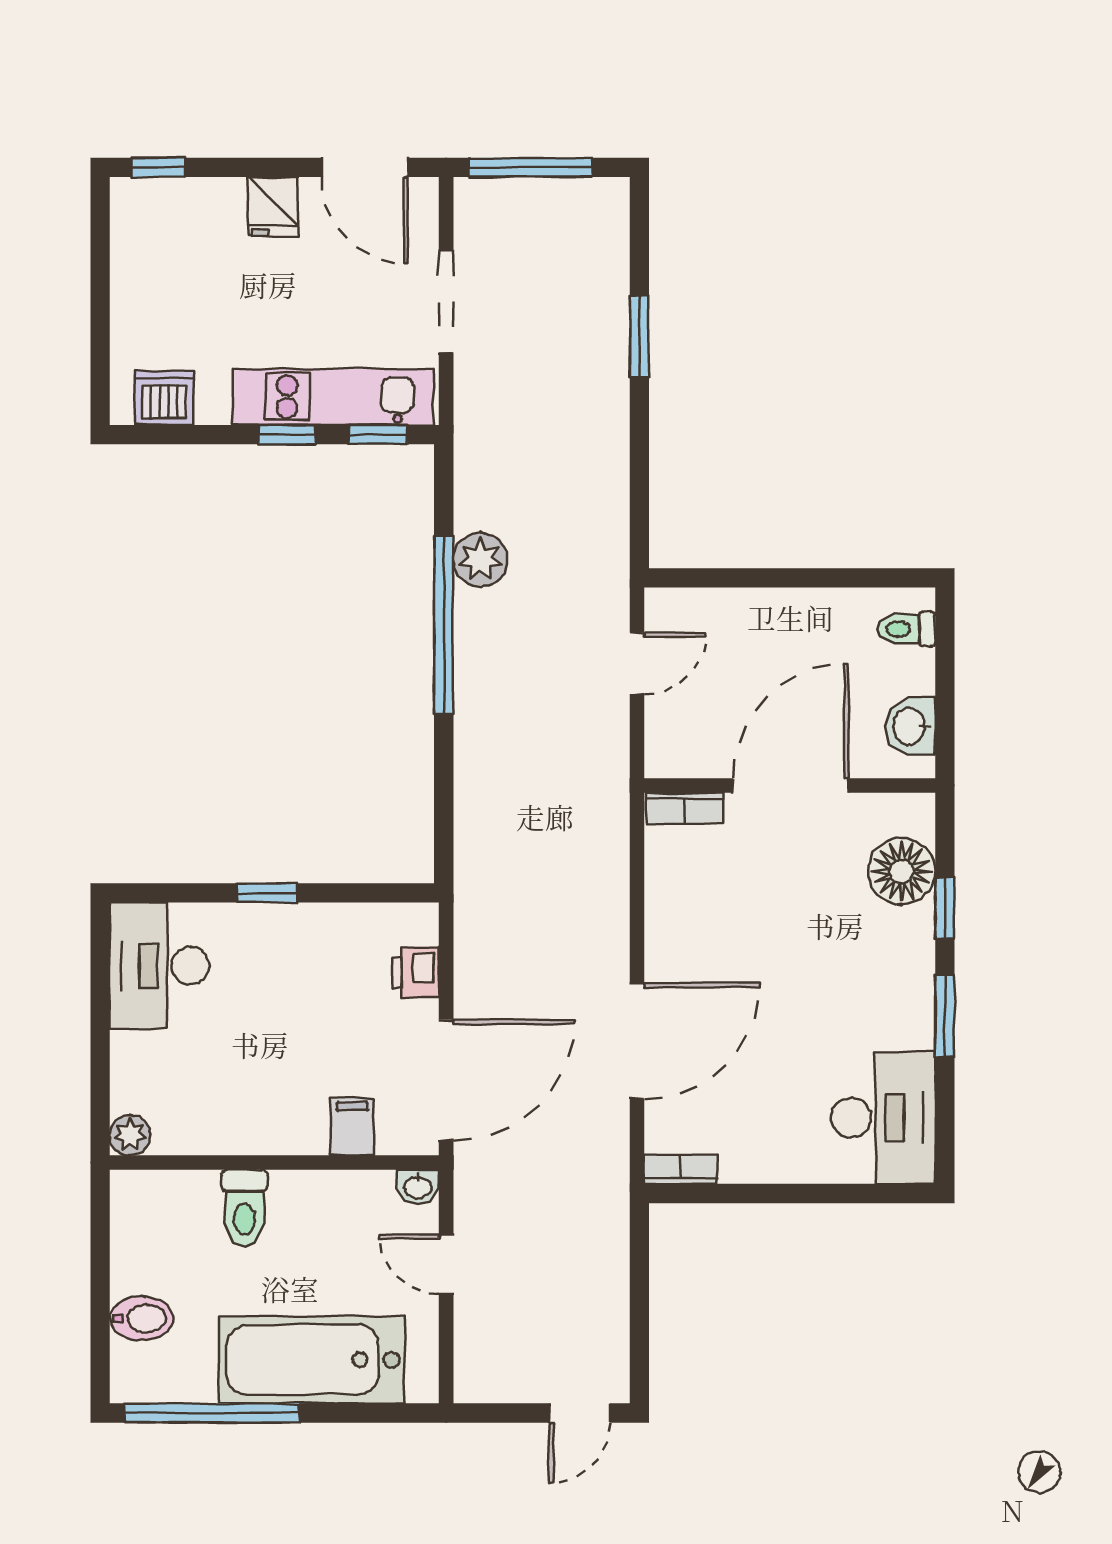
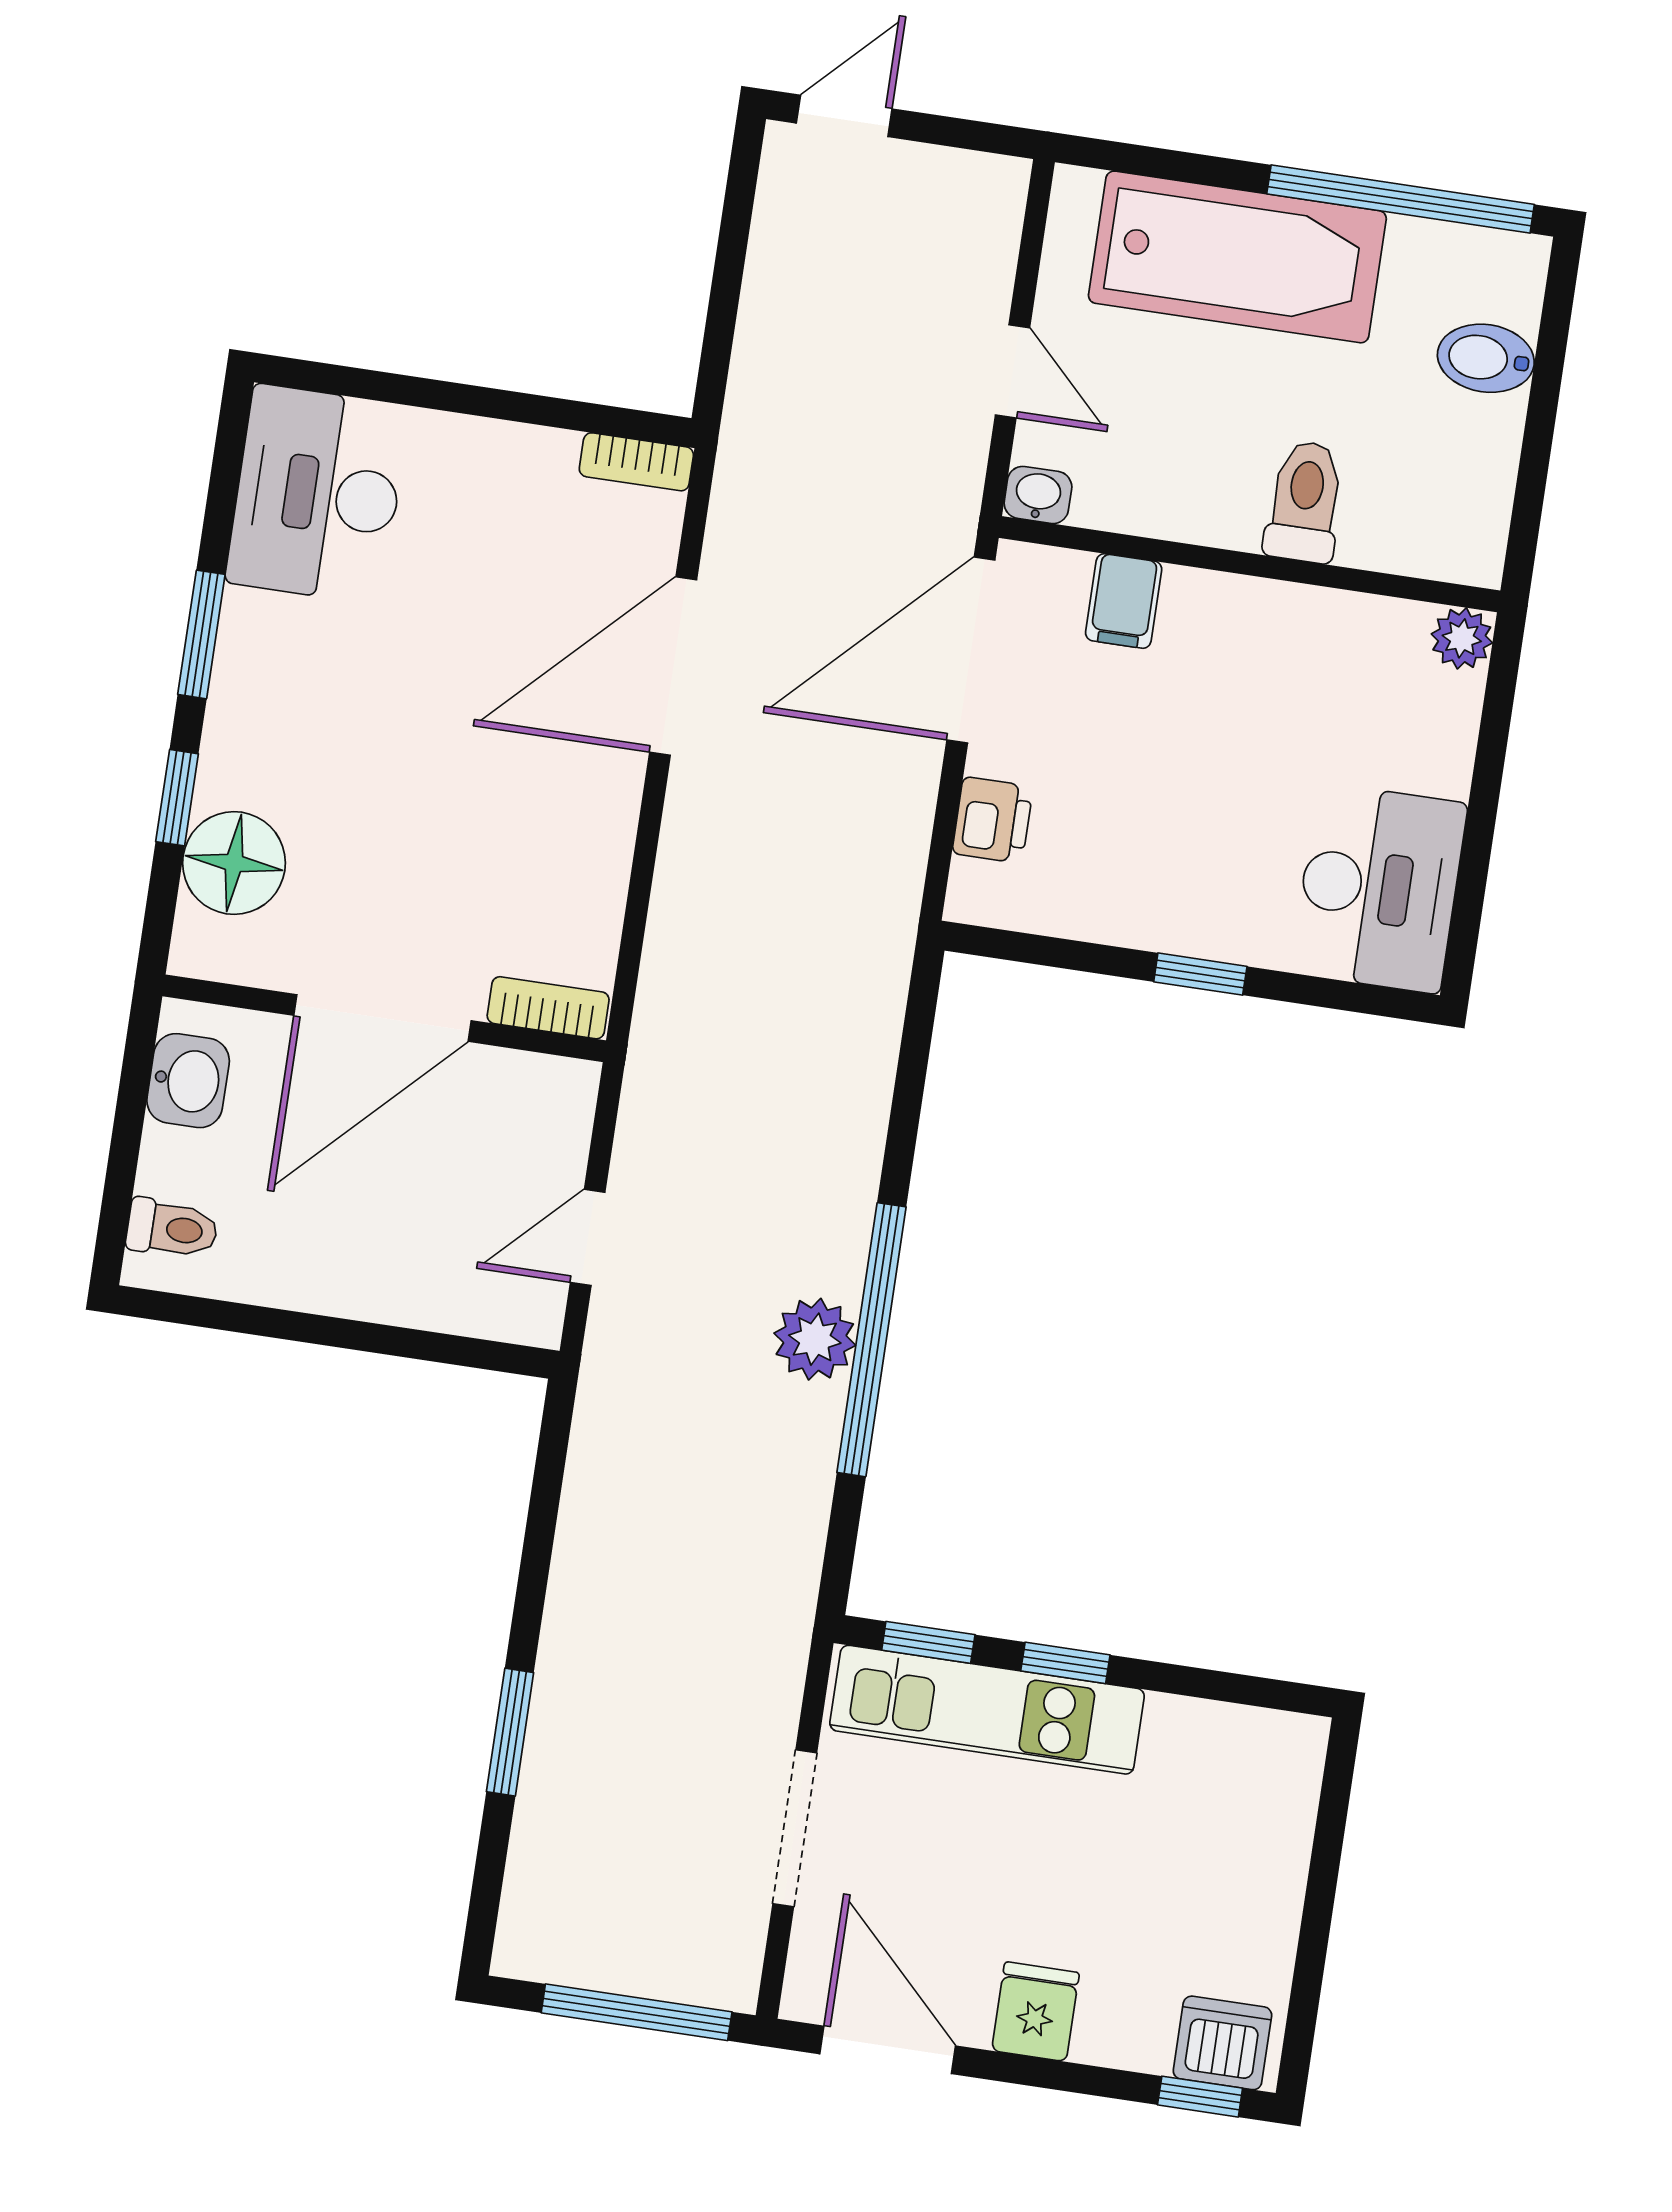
dishwasher: (164, 398) -> (1222, 2043), moved, turned 180
plant: (480, 560) -> (815, 1339), moved

